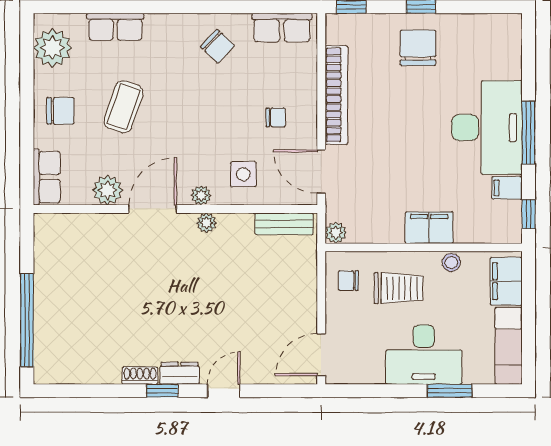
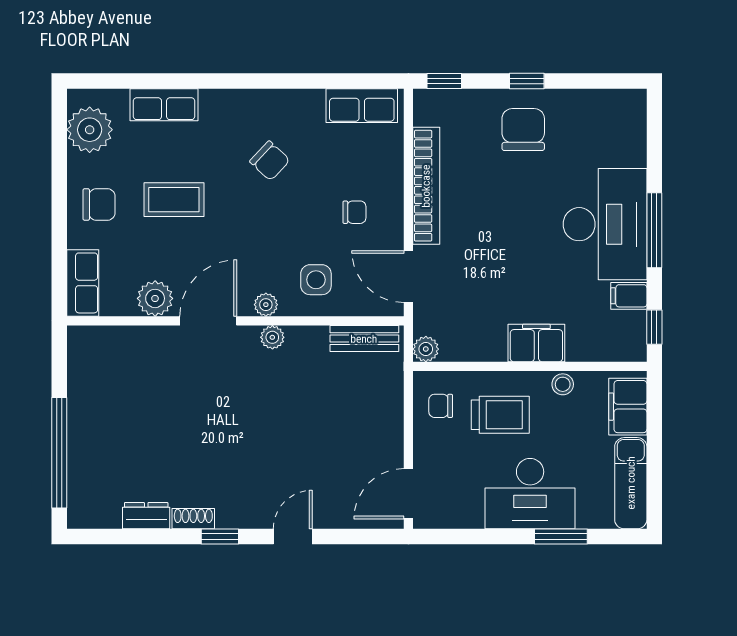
chair: (218, 46) -> (270, 161), moved
coffee table: (124, 107) -> (174, 200), turned 71
dresser: (180, 373) -> (146, 516), moved

